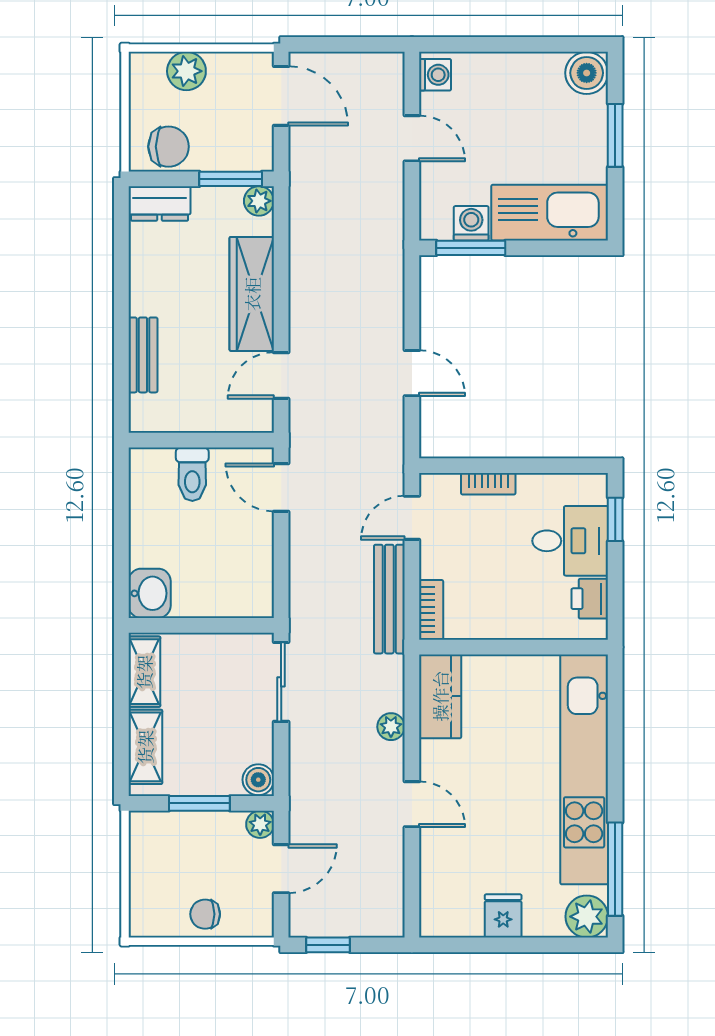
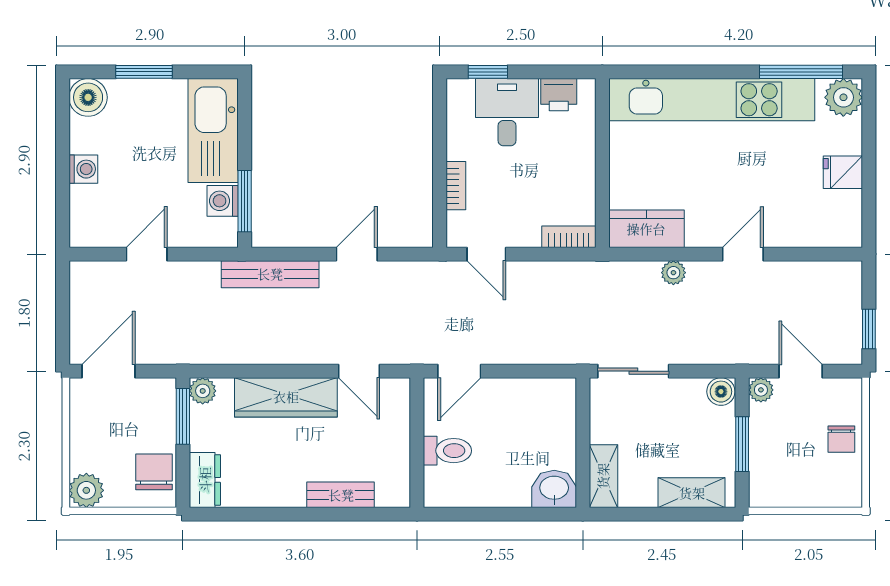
plant: (186, 71) -> (86, 490), moved
washing machine: (435, 75) -> (83, 169), moved, turned 90
bench: (389, 599) -> (270, 274), moved
shelving: (144, 672) -> (603, 476), moved, turned 90

